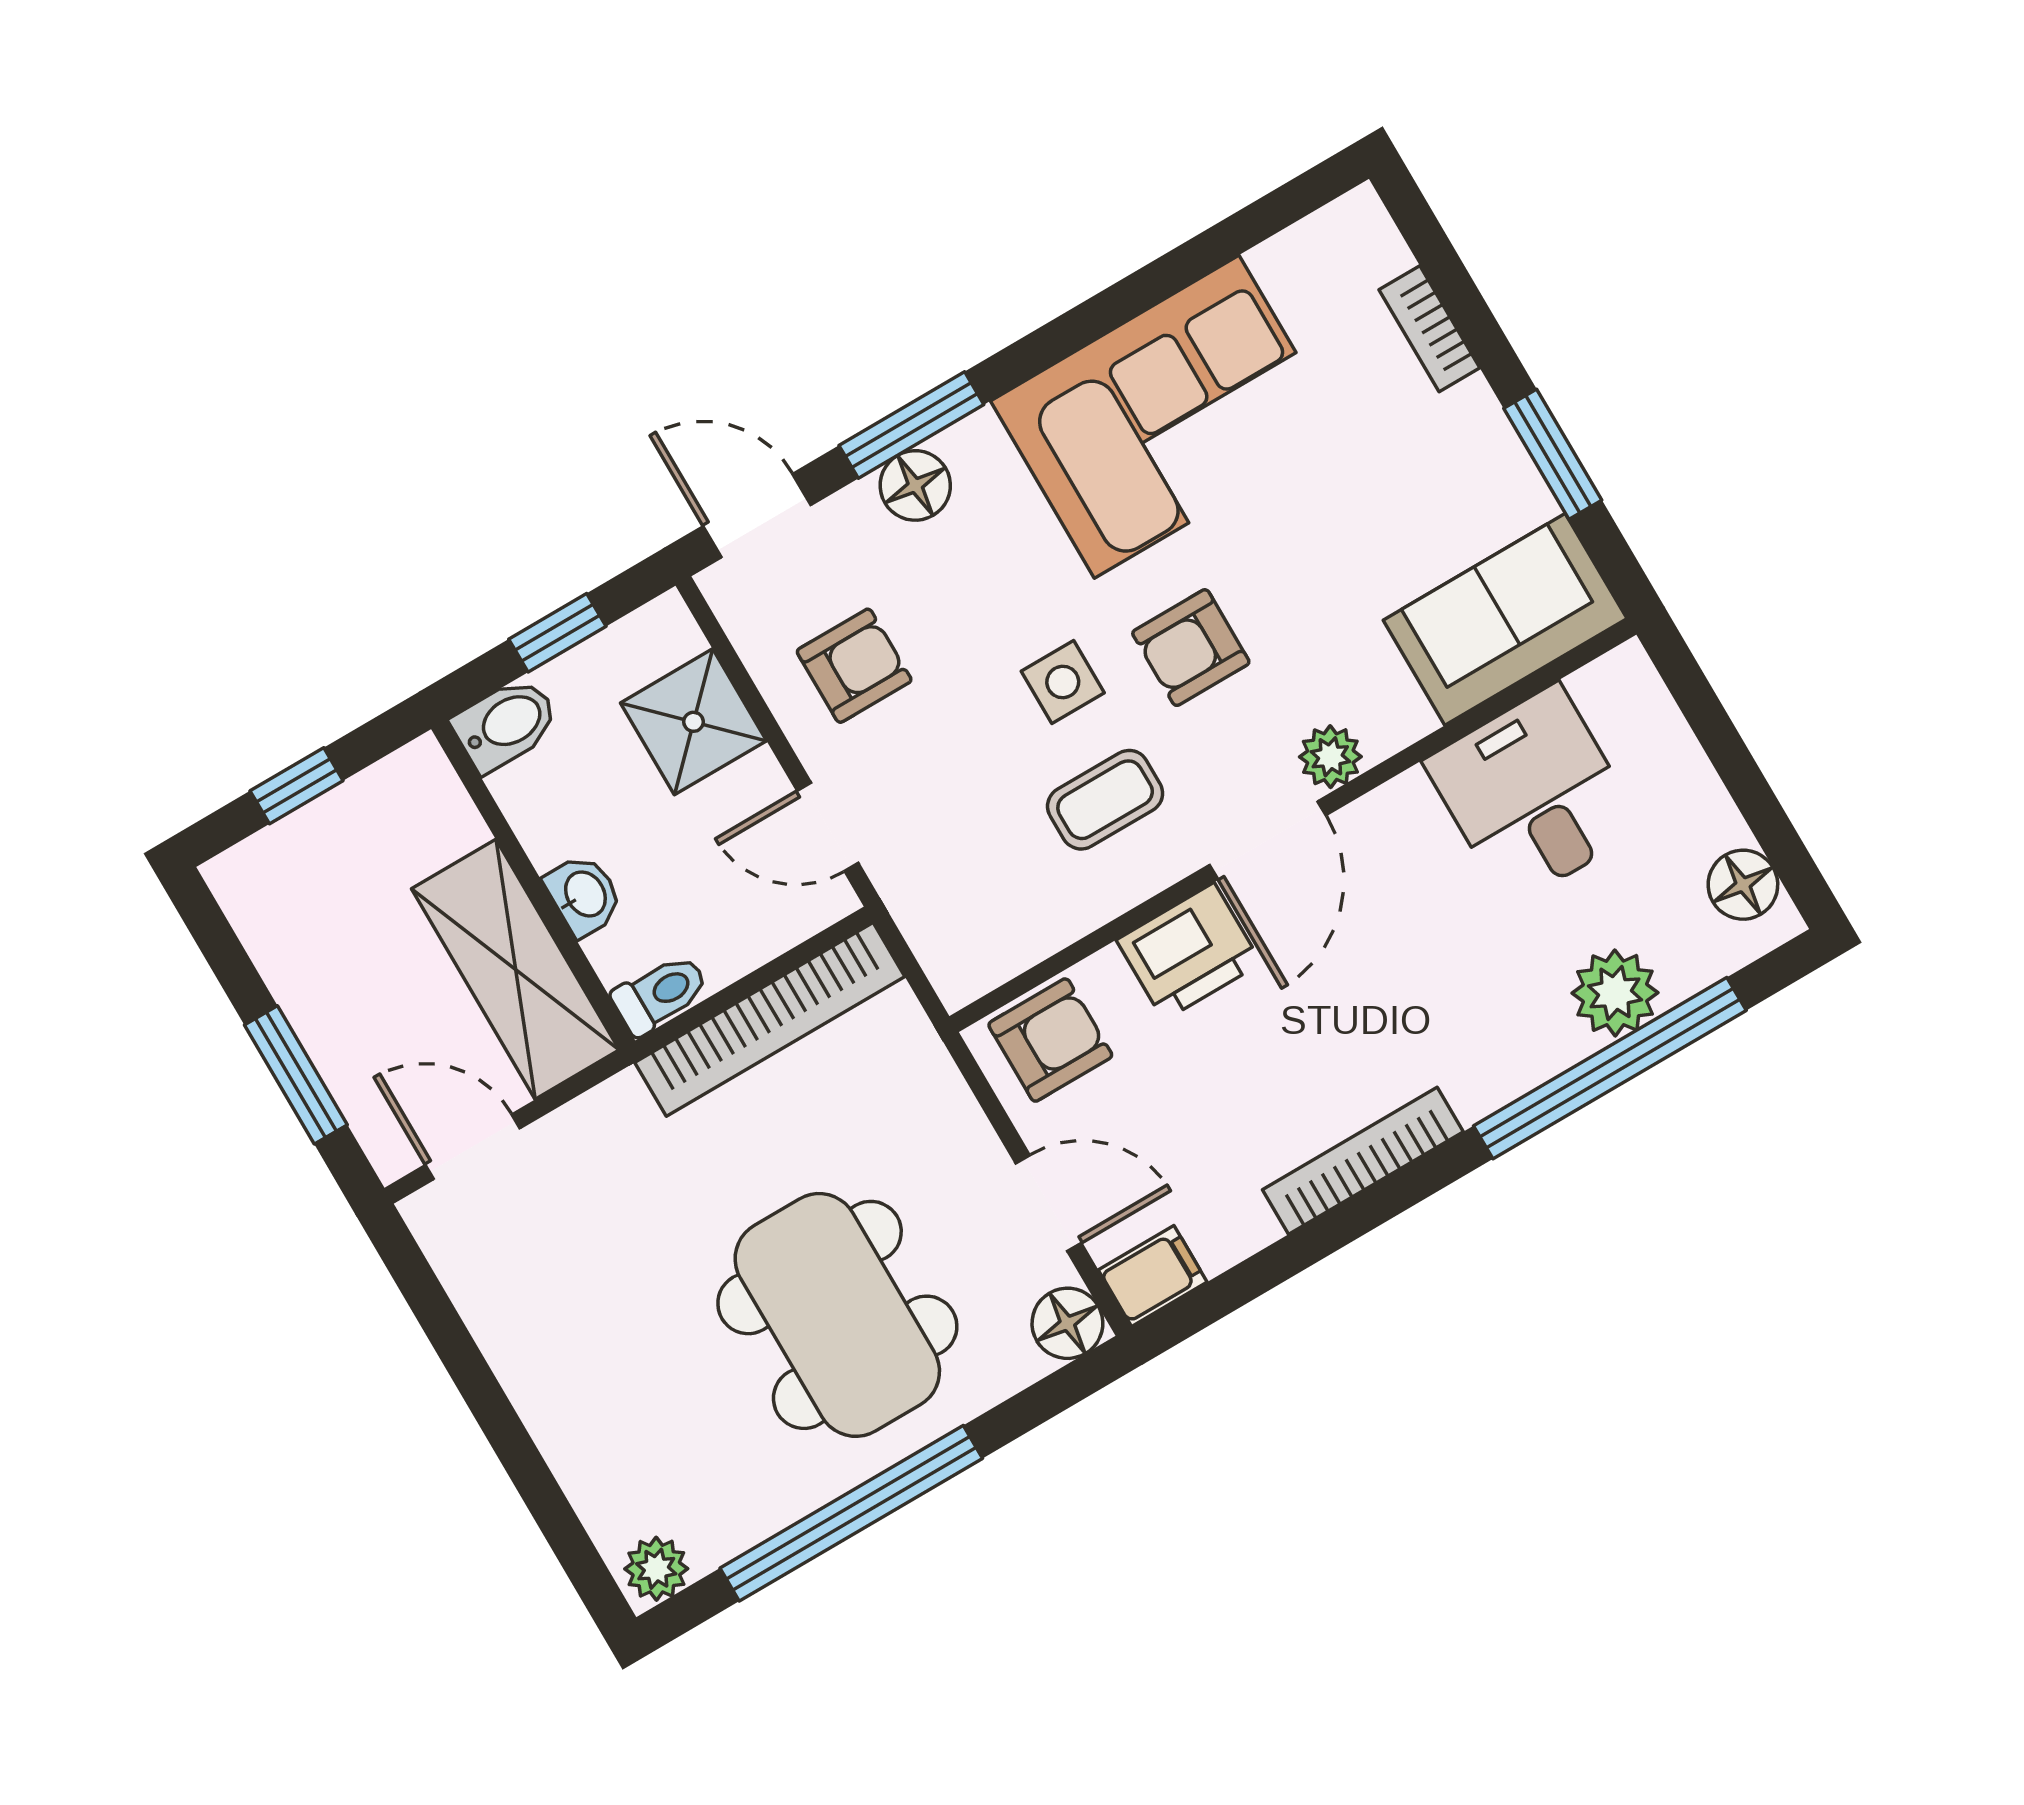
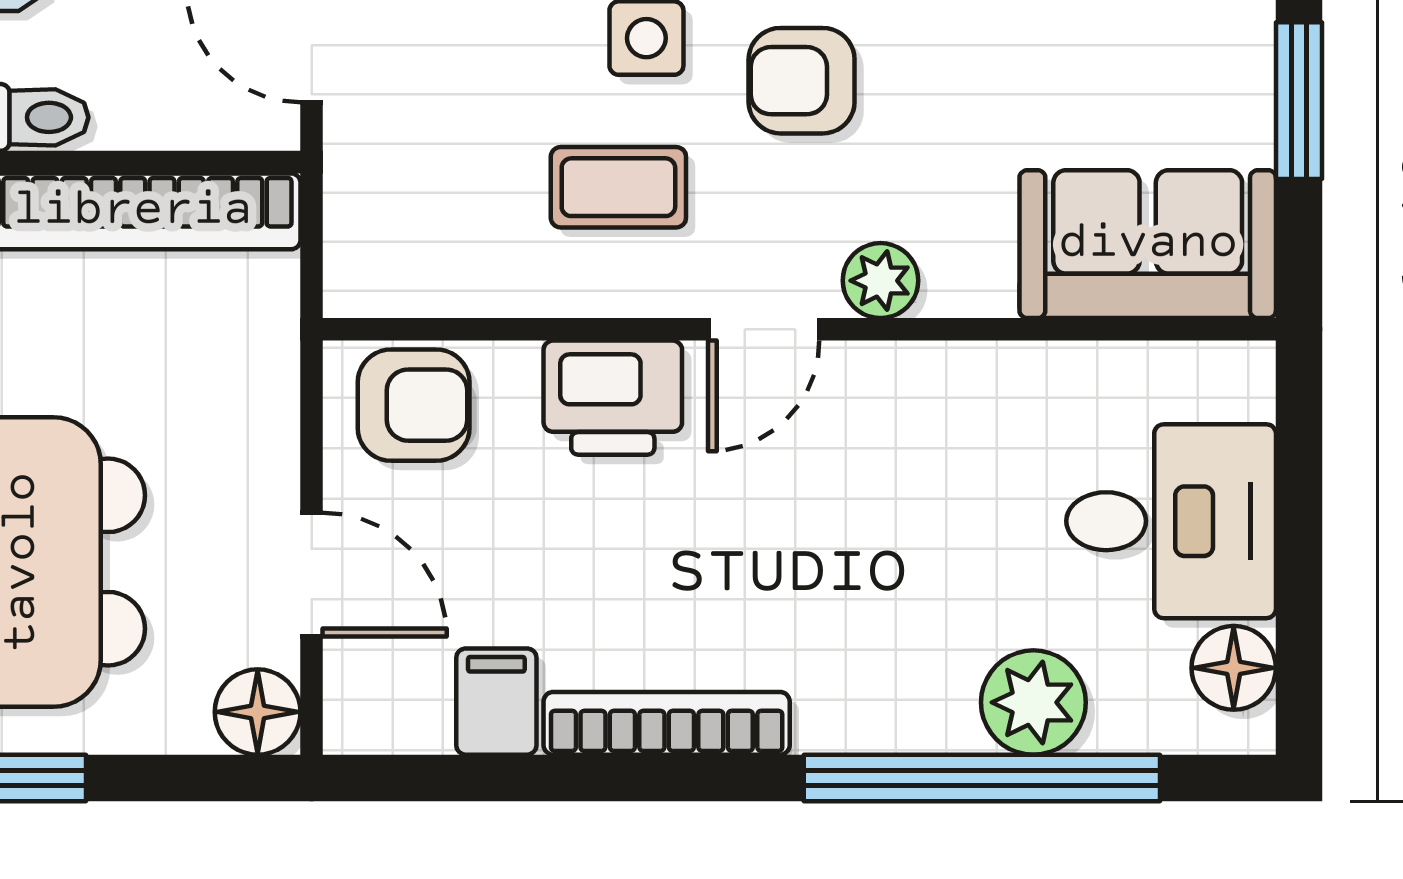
desk: (1533, 795) -> (1171, 521), moved, turned 90
door: (1268, 840) -> (764, 329), width x0.73
filing cabinet: (1153, 1276) -> (496, 702), moved, turned -90

